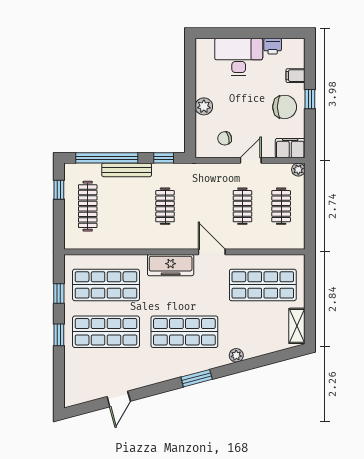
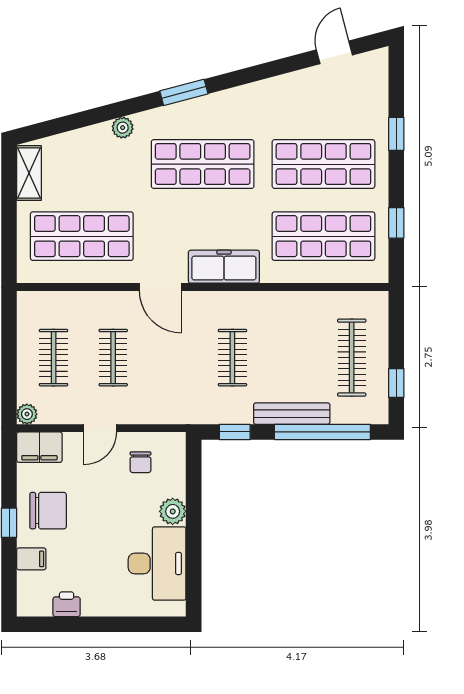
desk: (239, 57) -> (157, 564), moved, turned -90
chair: (285, 107) -> (48, 511), turned 180
chair: (225, 138) -> (141, 462), turned 104
window: (59, 335) -> (396, 134), moved
door: (119, 399) -> (334, 52), moved

